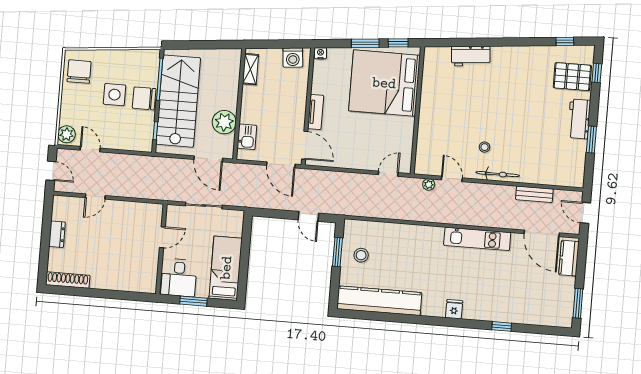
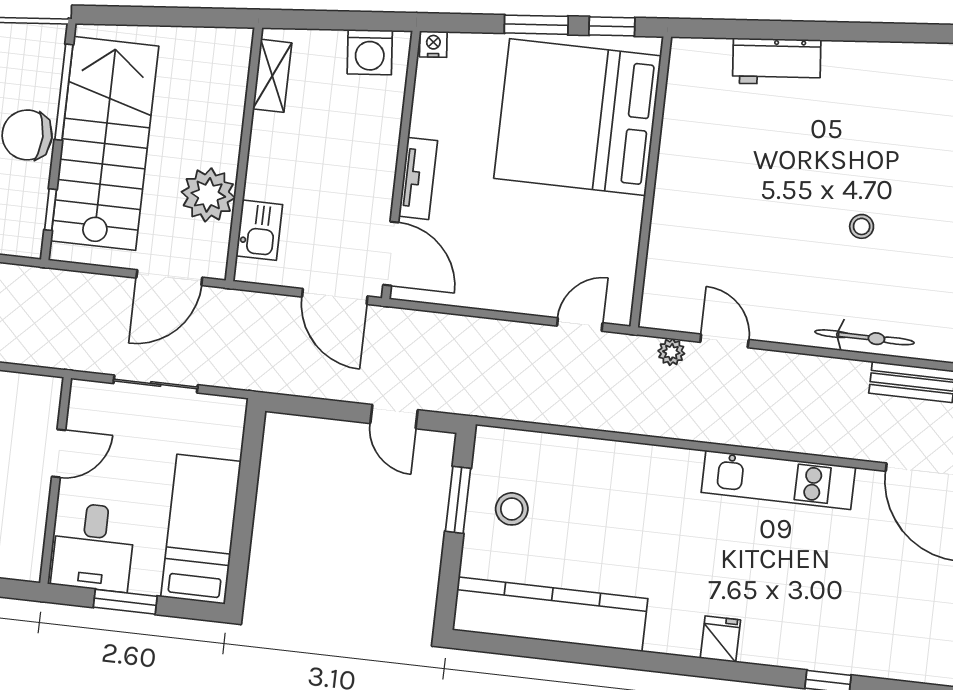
stool: (485, 147) -> (862, 226), moved
door: (208, 159) -> (169, 278), hinge flipped
bicycle: (498, 174) -> (865, 337), moved

